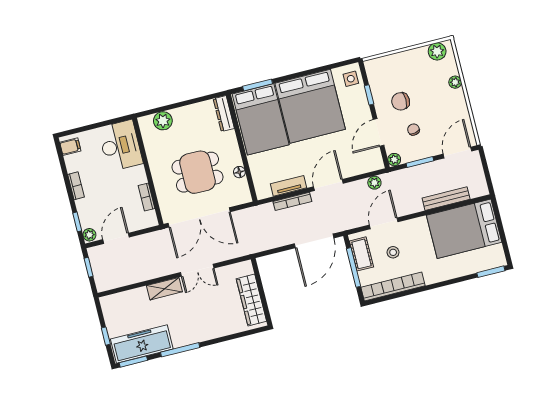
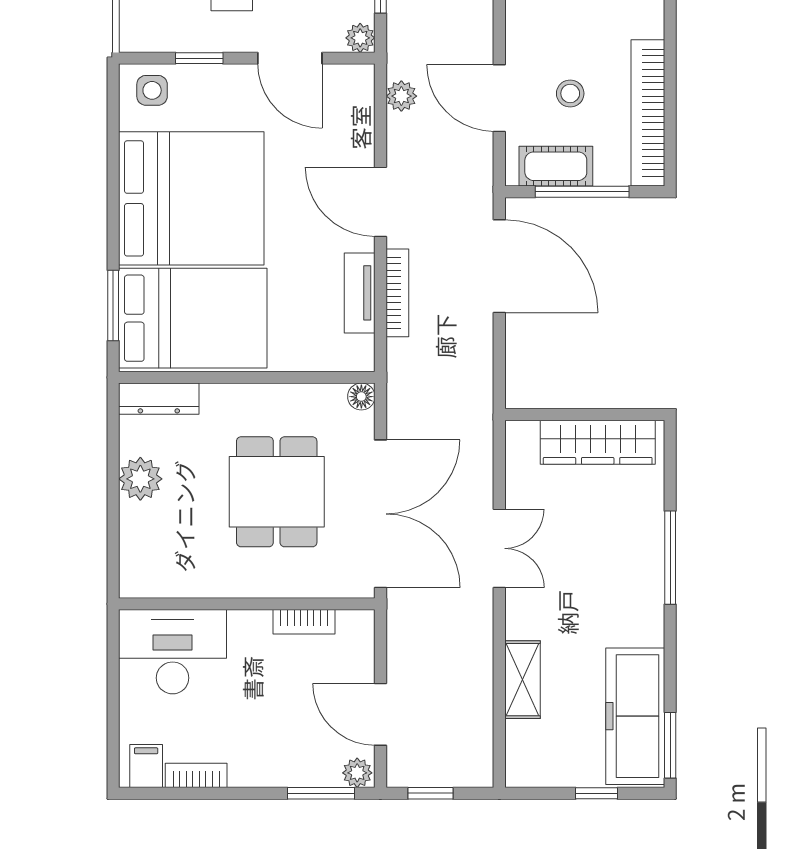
plant: (163, 121) -> (140, 479), moved
floor lamp: (239, 172) -> (361, 397), moved
bookcase: (76, 186) -> (196, 775), moved
window: (77, 222) -> (321, 793), width x1.50
shelving: (164, 289) -> (522, 680), moved
window: (180, 350) -> (670, 558), moved

